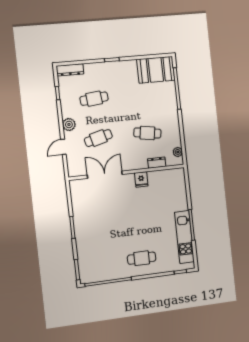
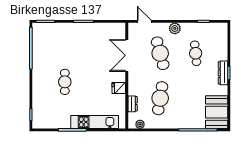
dresser: (70, 70) -> (223, 73), moved
cafe table: (147, 133) -> (160, 98), width x1.37, depth x1.35
cafe table: (98, 138) -> (160, 53), width x1.37, depth x1.35
door: (63, 147) -> (144, 21), moved
double door: (105, 175) -> (127, 55), swing flipped
kitchen unit: (184, 237) -> (95, 122), moved
cafe table: (142, 258) -> (65, 82), moved

